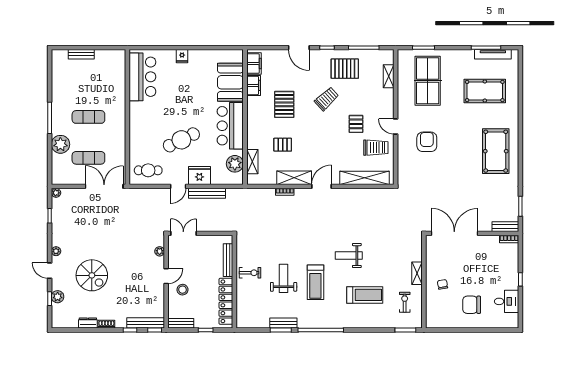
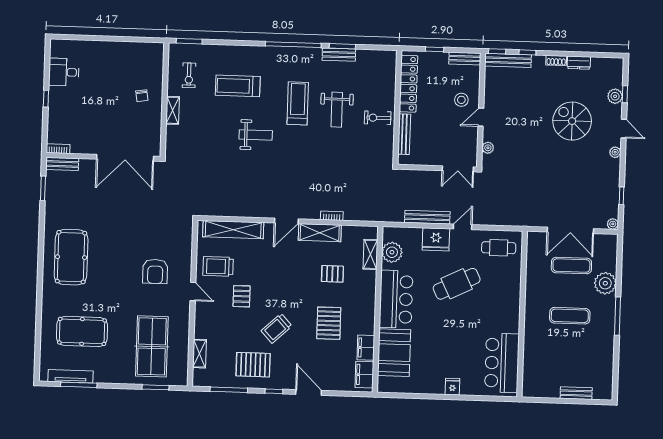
double door: (104, 186) -> (570, 230), moved
chair: (472, 305) -> (107, 69), removed

